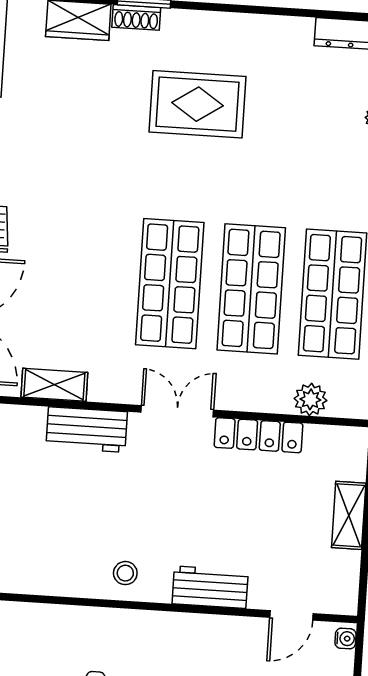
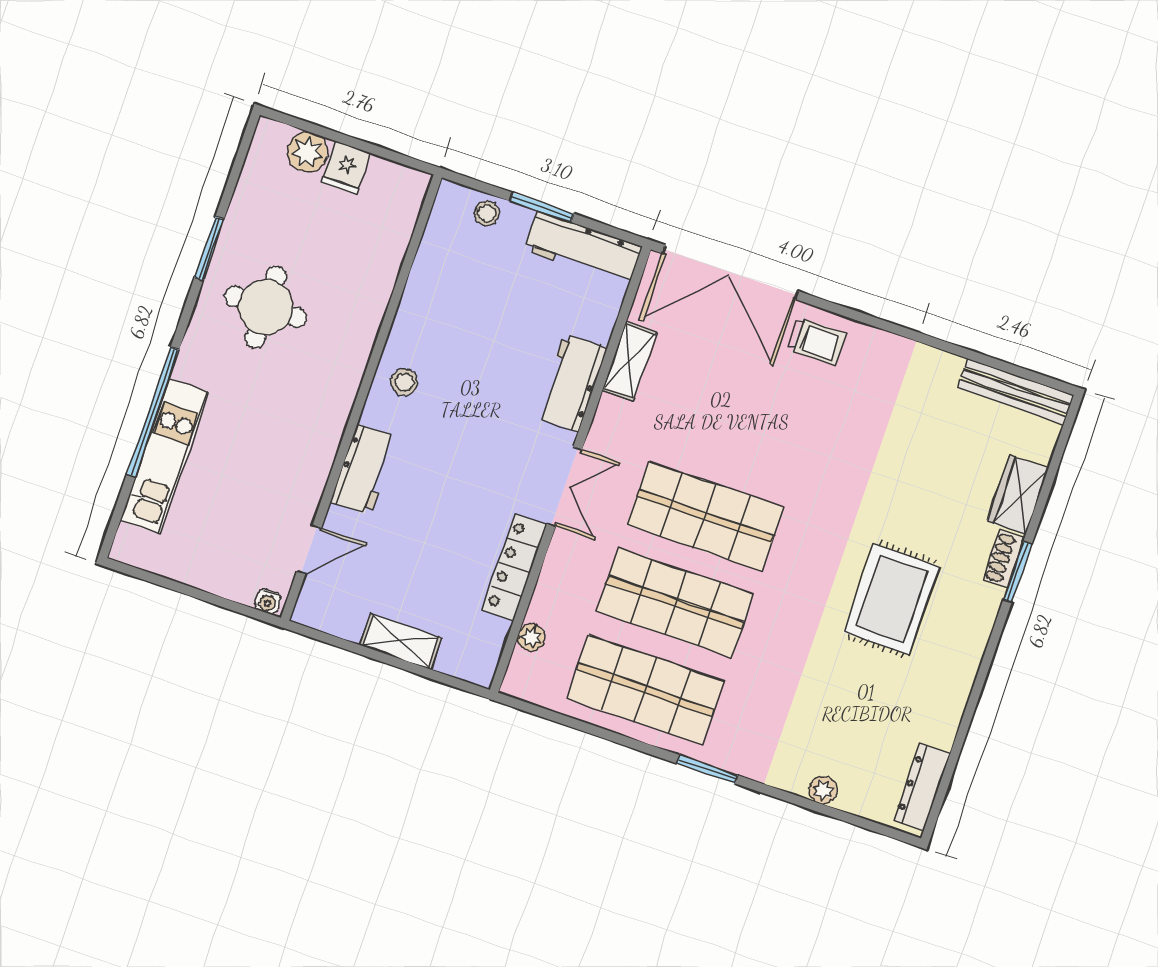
plant: (310, 399) -> (531, 637), width x0.73, depth x0.73
door: (291, 615) -> (309, 550), swing flipped

